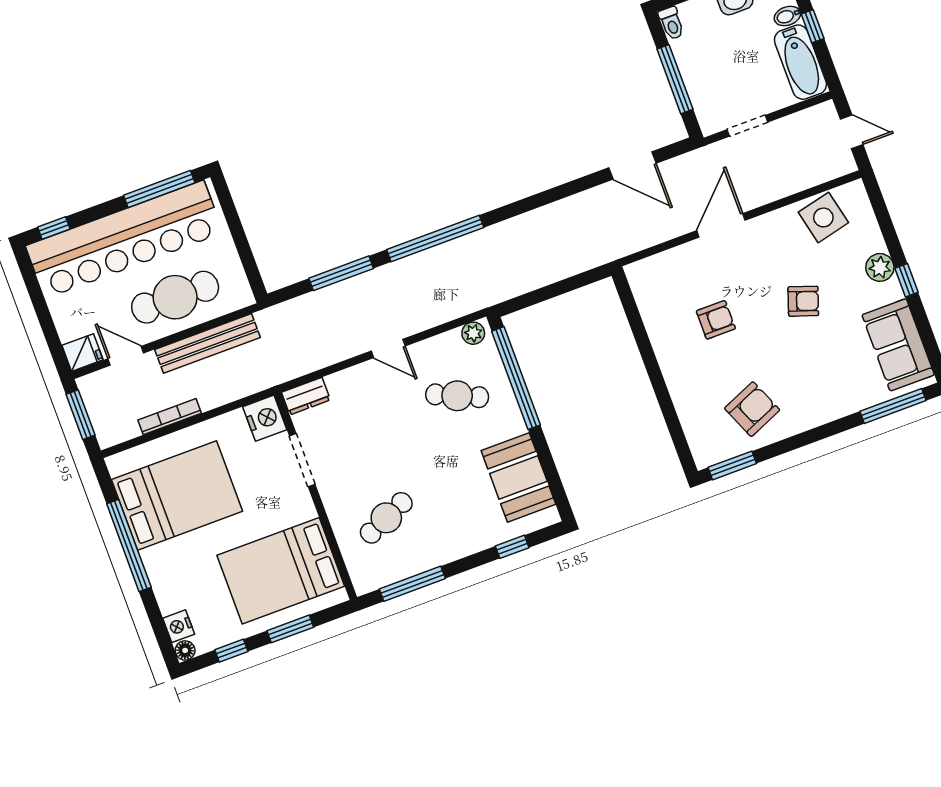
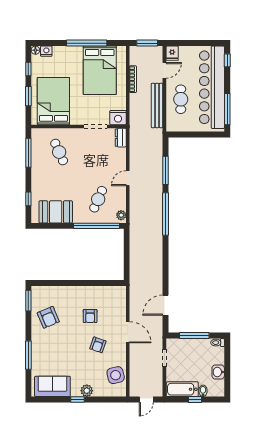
cafe table: (175, 297) -> (181, 99), width x0.73, depth x0.74
armchair: (803, 301) -> (98, 345), moved
window: (893, 406) -> (28, 355), moved

